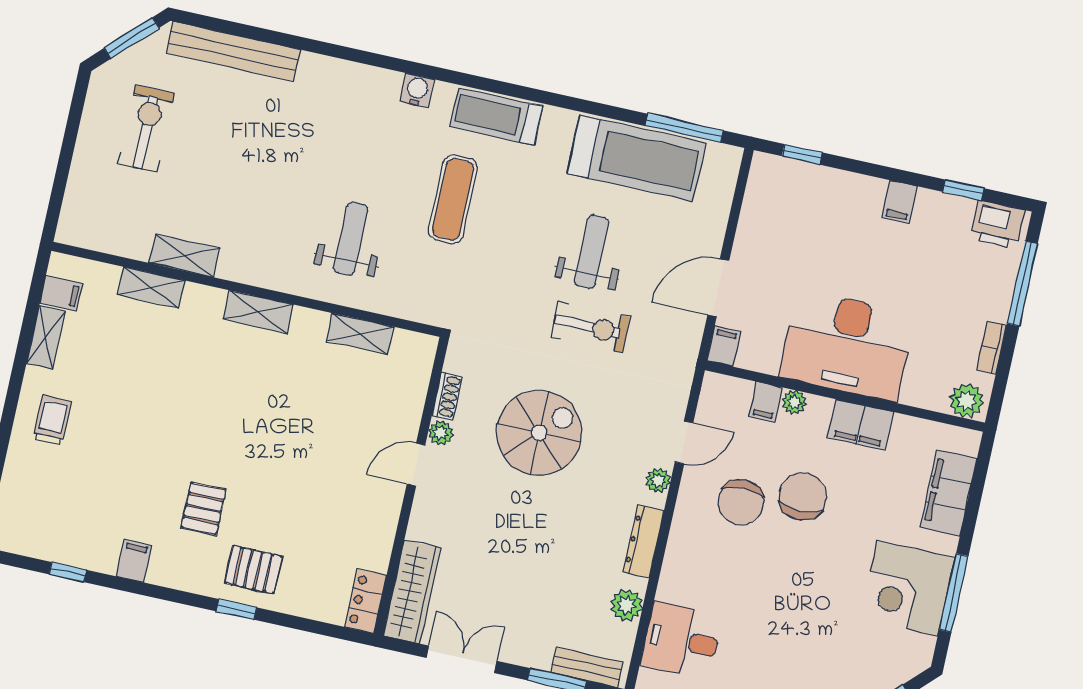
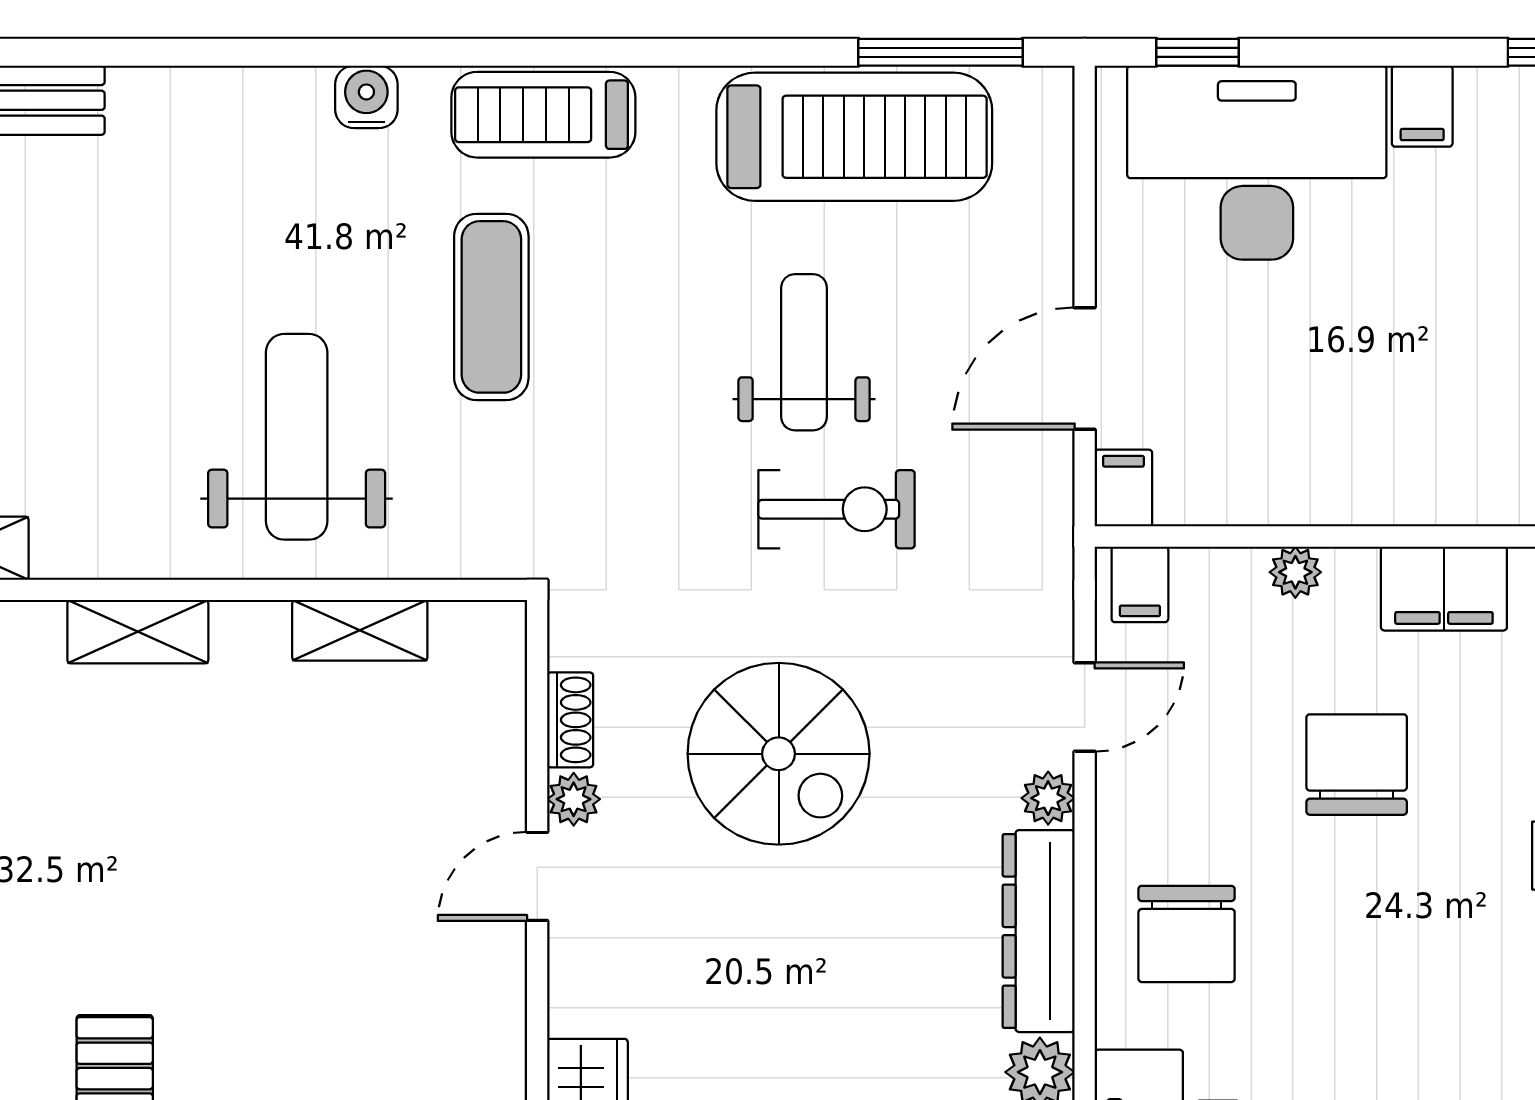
weight bench: (351, 239) -> (297, 437), width x1.36, depth x1.33
desk: (847, 345) -> (1257, 163), moved, turned 180
filing cabinet: (766, 402) -> (1140, 584), moved
spiral stairs: (539, 433) -> (779, 754), turned 90
chair: (741, 502) -> (1187, 934), moved
dresser: (643, 541) -> (1039, 931), width x1.37, depth x1.24

